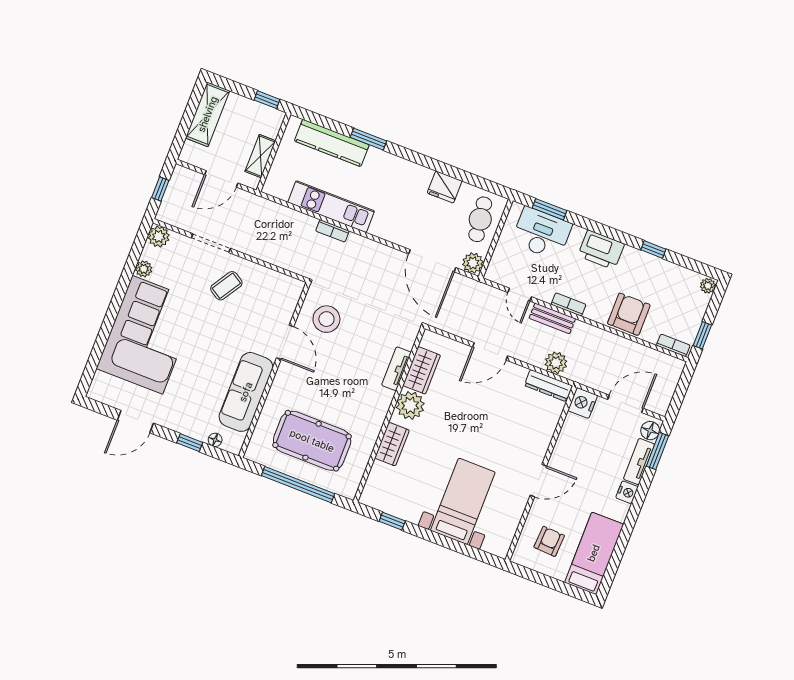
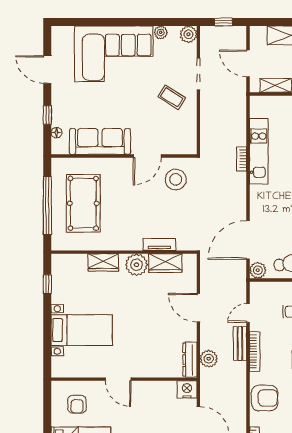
bookcase: (569, 304) -> (255, 351), width x1.56
armchair: (549, 541) -> (77, 404), turned 87

